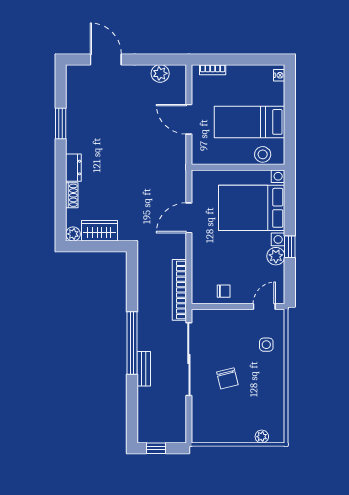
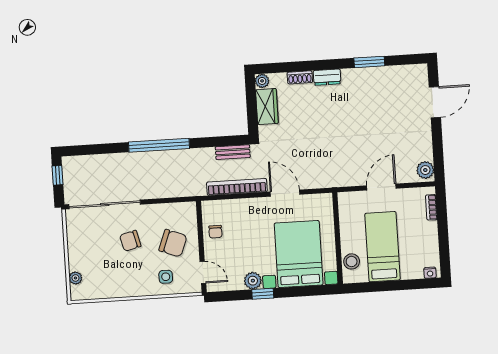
plant: (160, 73) -> (425, 170), moved
bookcase: (179, 290) -> (237, 187), moved
chair: (233, 335) -> (173, 243), added
sliding door: (189, 359) -> (105, 204), moved
bench: (144, 369) -> (233, 152), moved

